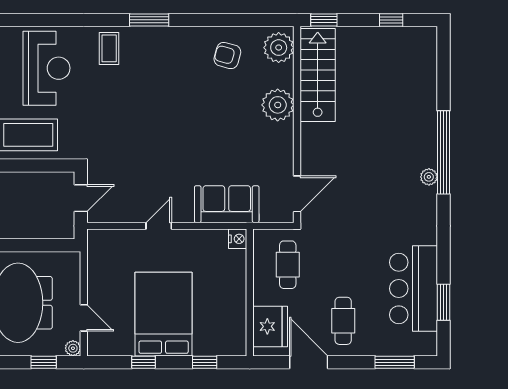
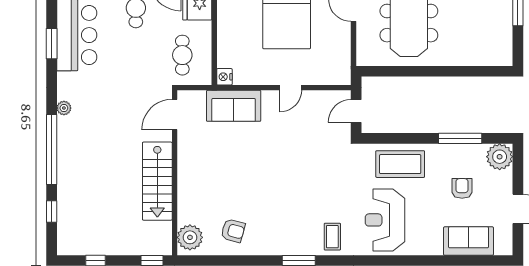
stairs: (318, 75) -> (157, 181), moved
window: (443, 78) -> (52, 211), added
plant: (278, 105) -> (191, 189), removed
plant: (429, 177) -> (64, 108), moved
window: (443, 302) -> (52, 44), moved

